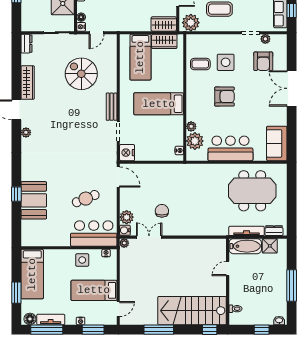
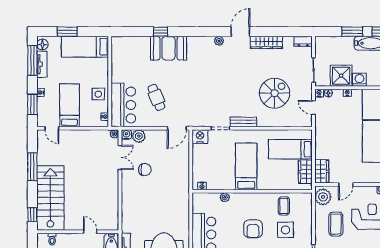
plant: (195, 141) -> (211, 201), removed
booth: (34, 200) -> (169, 48), moved

